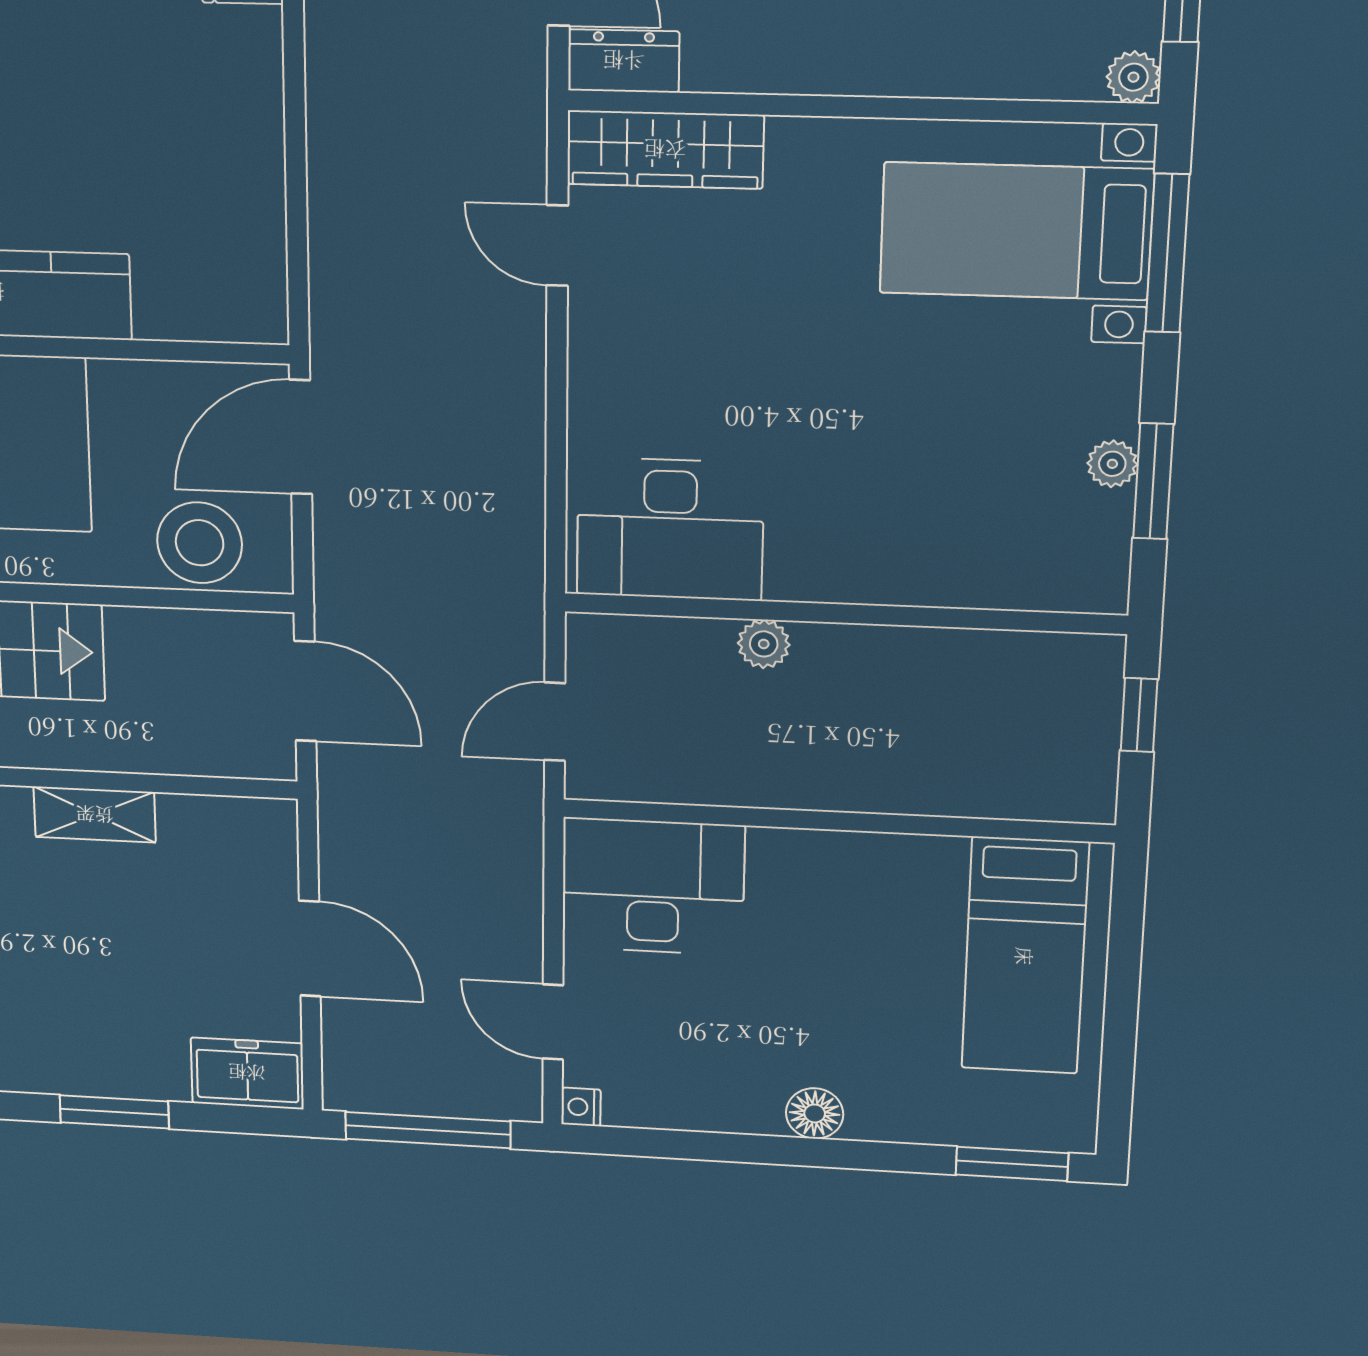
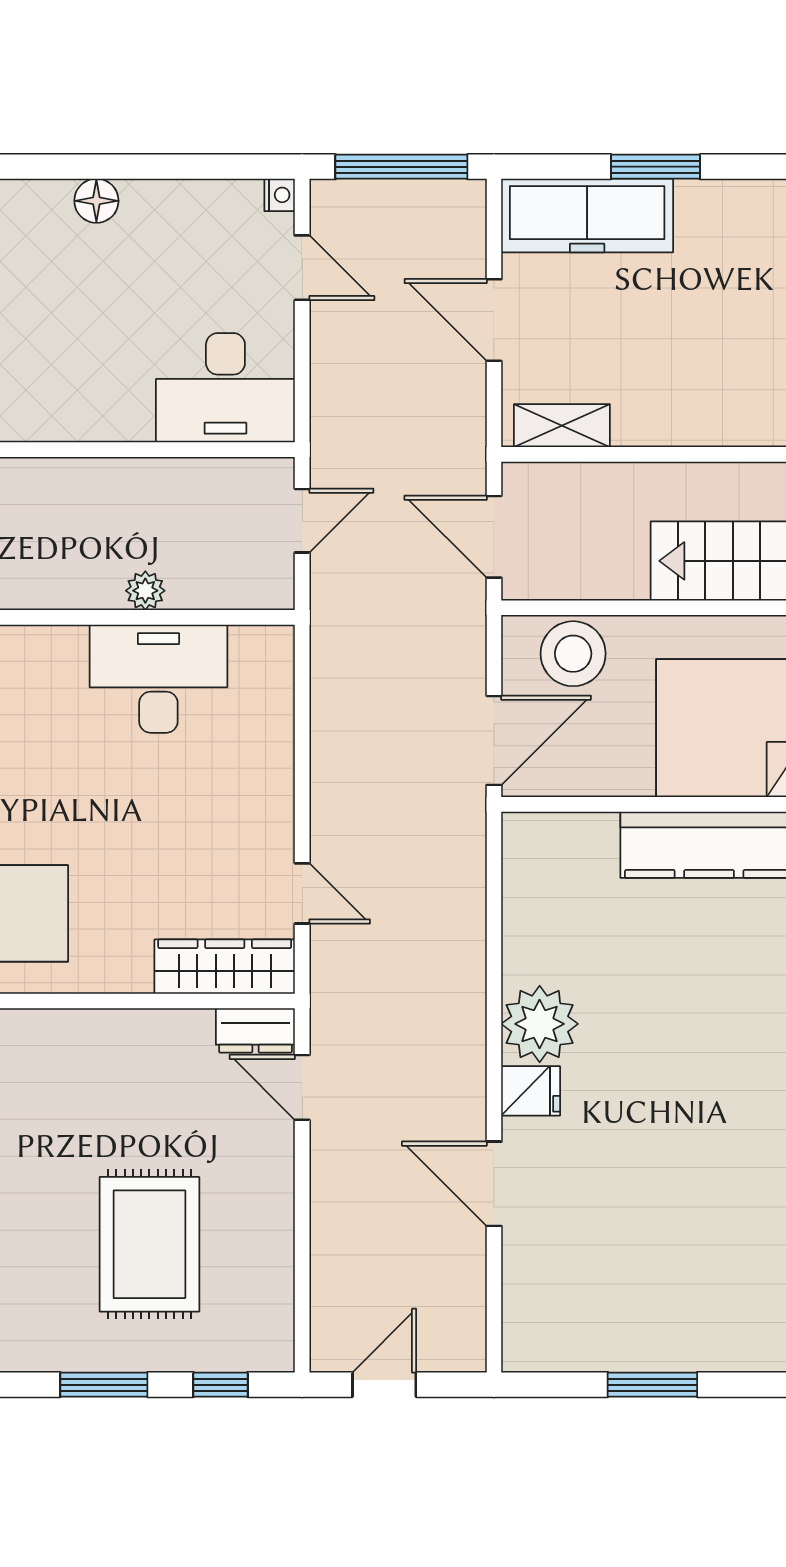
plant: (232, 61) -> (540, 1024), added
desk: (670, 529) -> (158, 679), moved
shelving: (95, 815) -> (562, 426), moved
freezer: (247, 1073) -> (587, 216), width x1.91, depth x1.26

